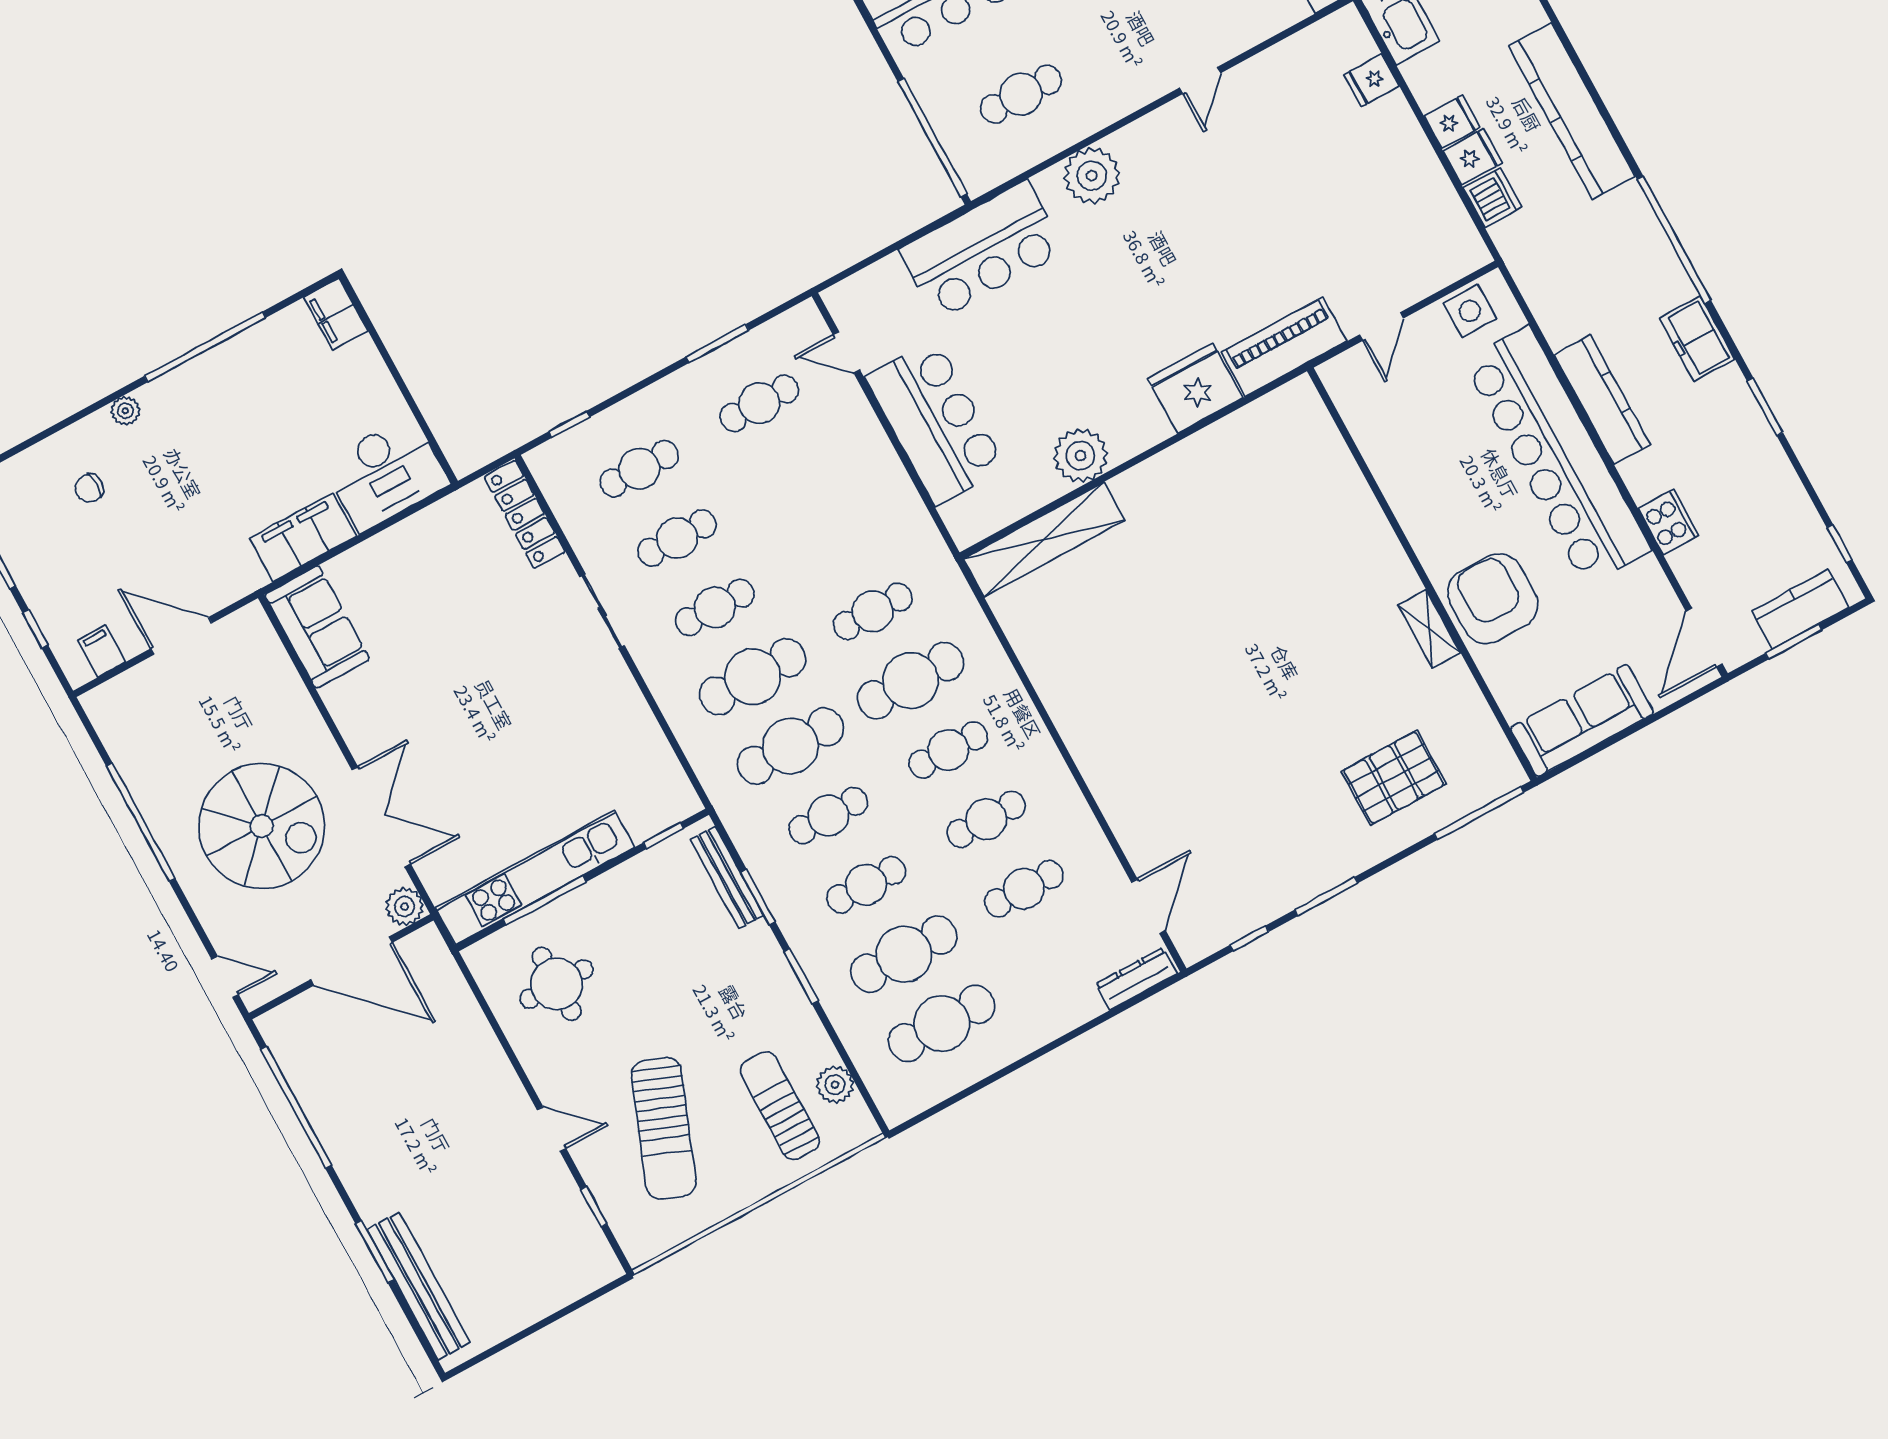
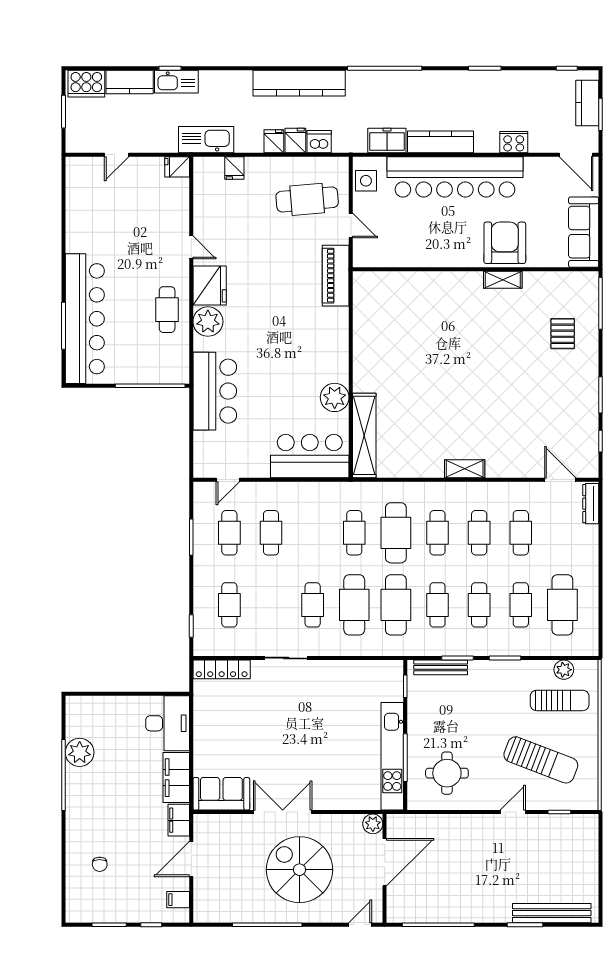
cafe table: (1021, 94) -> (167, 310), moved
cafe table: (1385, 230) -> (307, 199), added
filing cabinet: (336, 314) -> (179, 820), moved, turned 90
freezer: (1697, 339) -> (387, 140), moved, turned 180
fridge: (1195, 388) -> (210, 286), moved, turned 180
plant: (125, 411) -> (80, 752), moved, width x1.87, depth x1.87
bar counter: (936, 422) -> (310, 456), moved
cafe table: (677, 538) -> (271, 533), moved
armchair: (1493, 599) -> (505, 243), turned 90
shelving: (1080, 737) -> (465, 469), added
pallet: (1394, 778) -> (563, 334), width x0.67, depth x0.71
double door: (381, 817) -> (283, 812), moved
spiral stairs: (262, 826) -> (299, 870), turned -90
cafe table: (904, 954) -> (521, 605), width x0.73, depth x0.74
sun lounger: (780, 1106) -> (560, 700), turned 180

